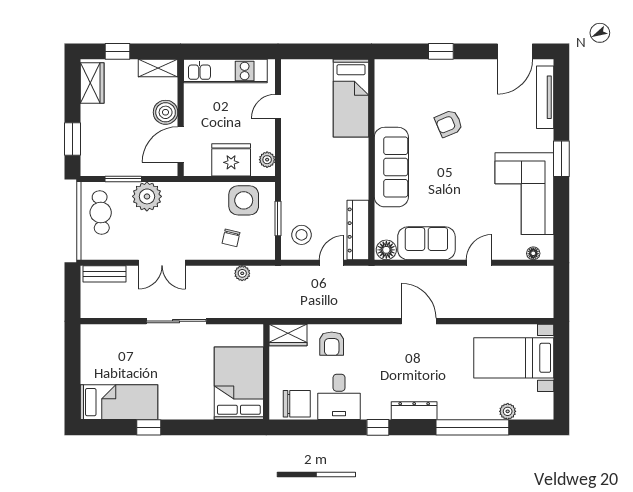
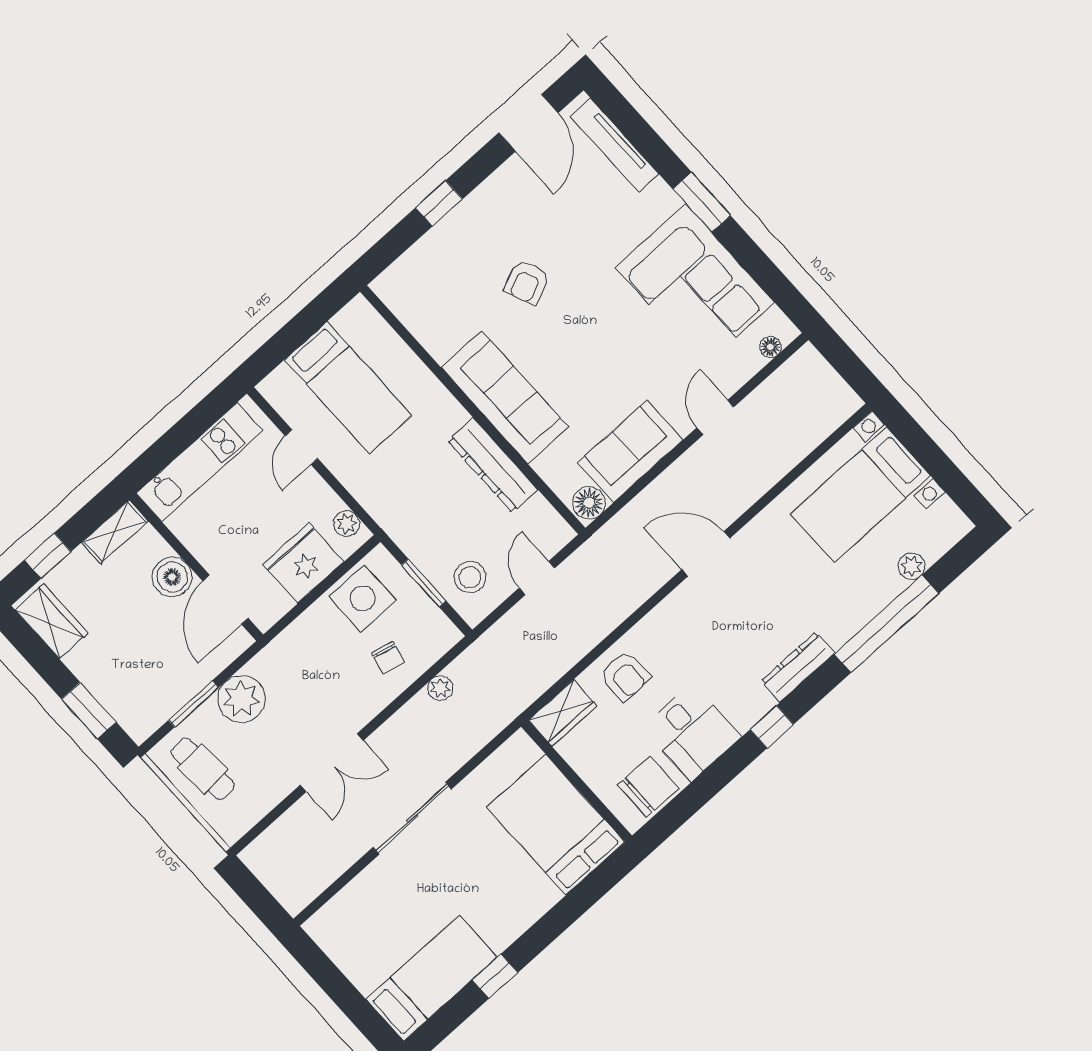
bed: (351, 98) -> (348, 388), moved
dresser: (358, 230) -> (493, 465), moved
bench: (105, 274) -> (274, 839), removed

